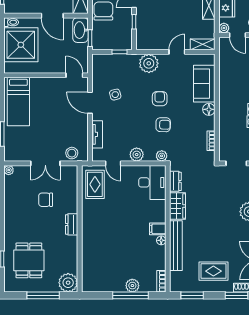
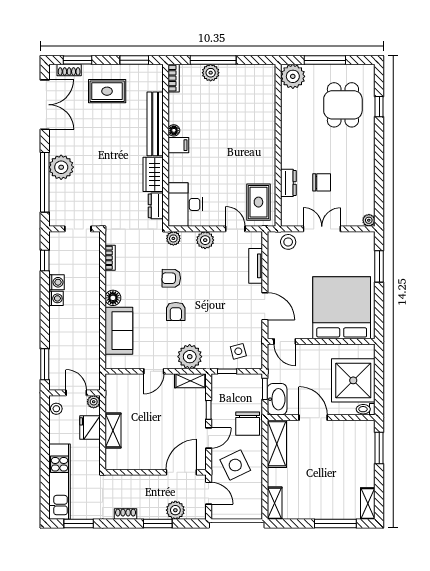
shelving: (203, 44) -> (190, 381), moved
side table: (115, 95) -> (238, 351), moved
bed: (18, 102) -> (342, 308), width x2.04
dresser: (72, 224) -> (288, 183), moved

